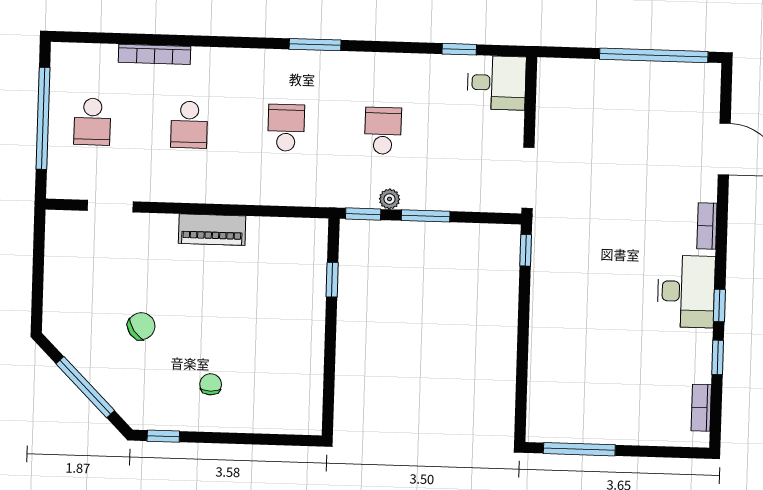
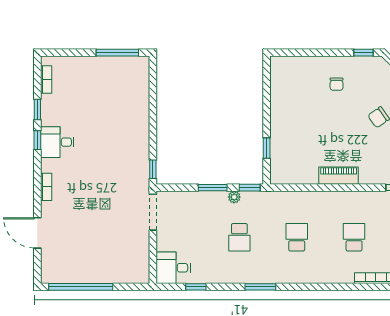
window: (315, 45) -> (260, 287), moved
school desk: (286, 128) -> (297, 237), turned 180
desk: (686, 291) -> (57, 142), width x0.73

